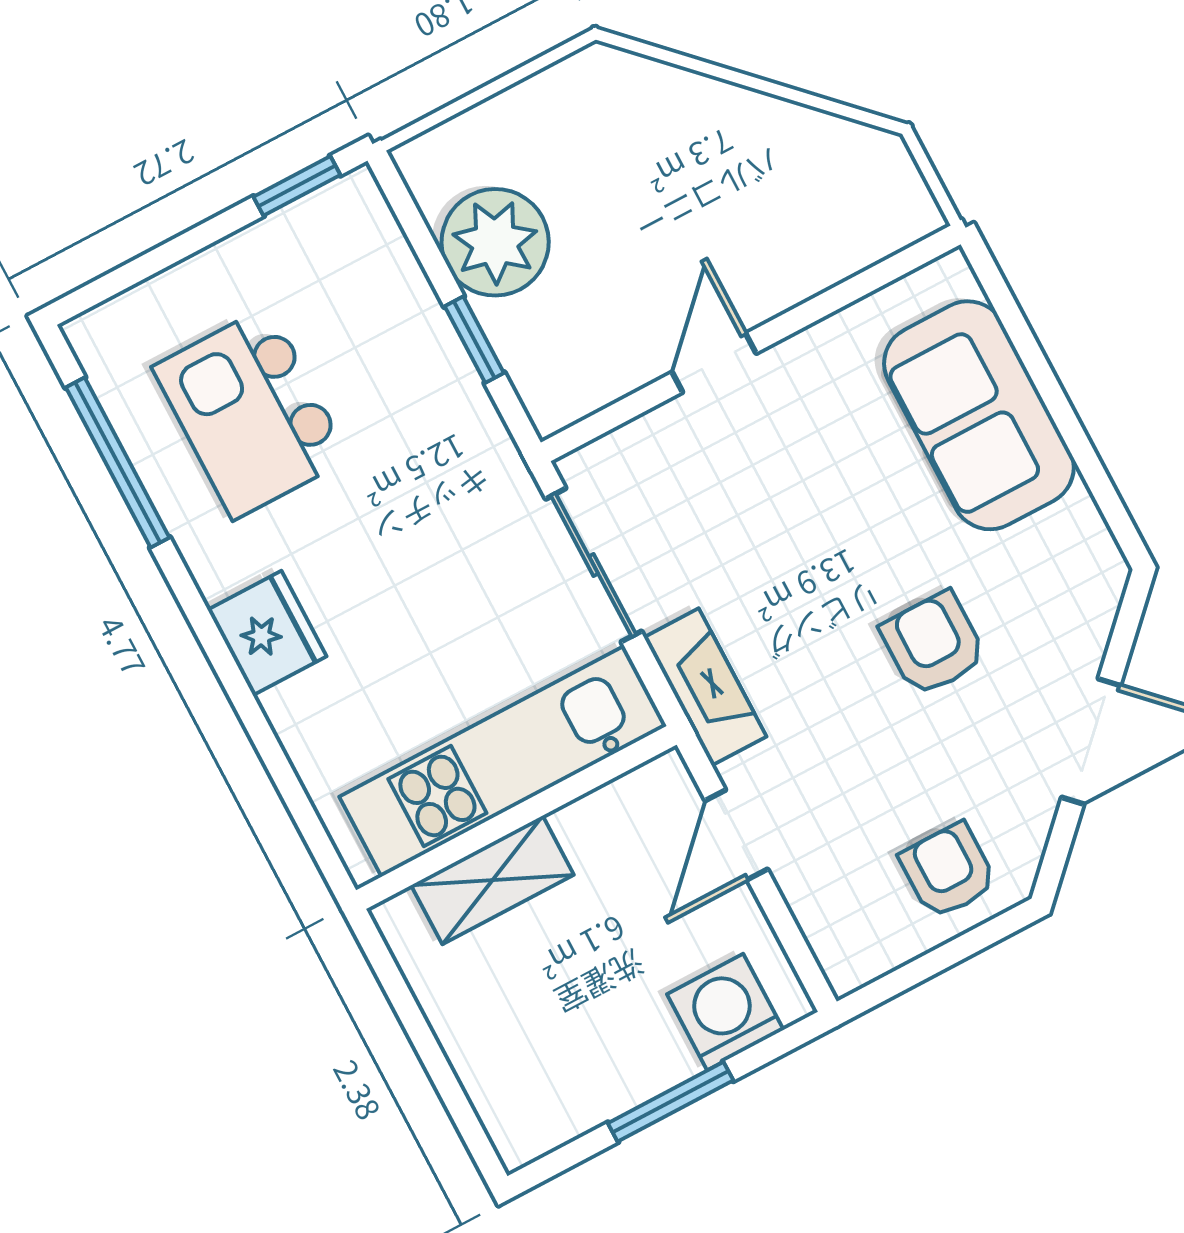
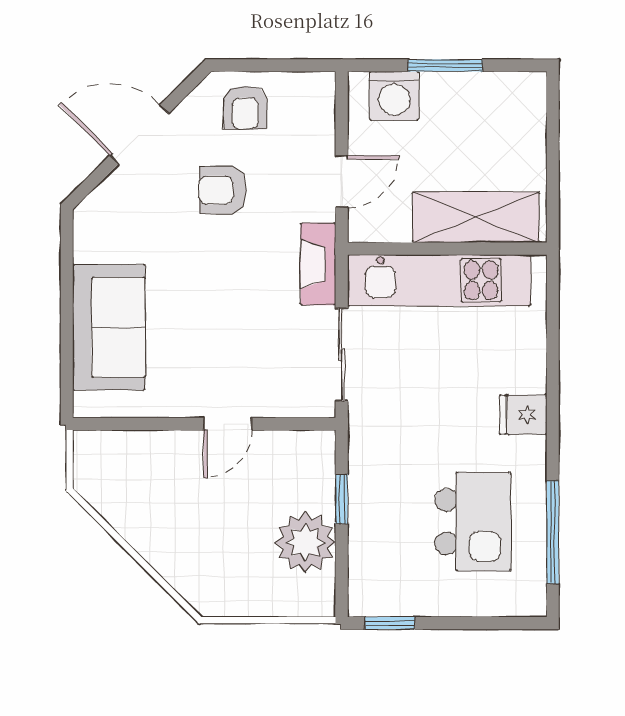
fridge: (267, 633) -> (523, 415), width x0.72
armchair: (933, 644) -> (223, 190), moved, turned 90
shelving: (492, 880) -> (476, 217), width x1.50, depth x1.33

